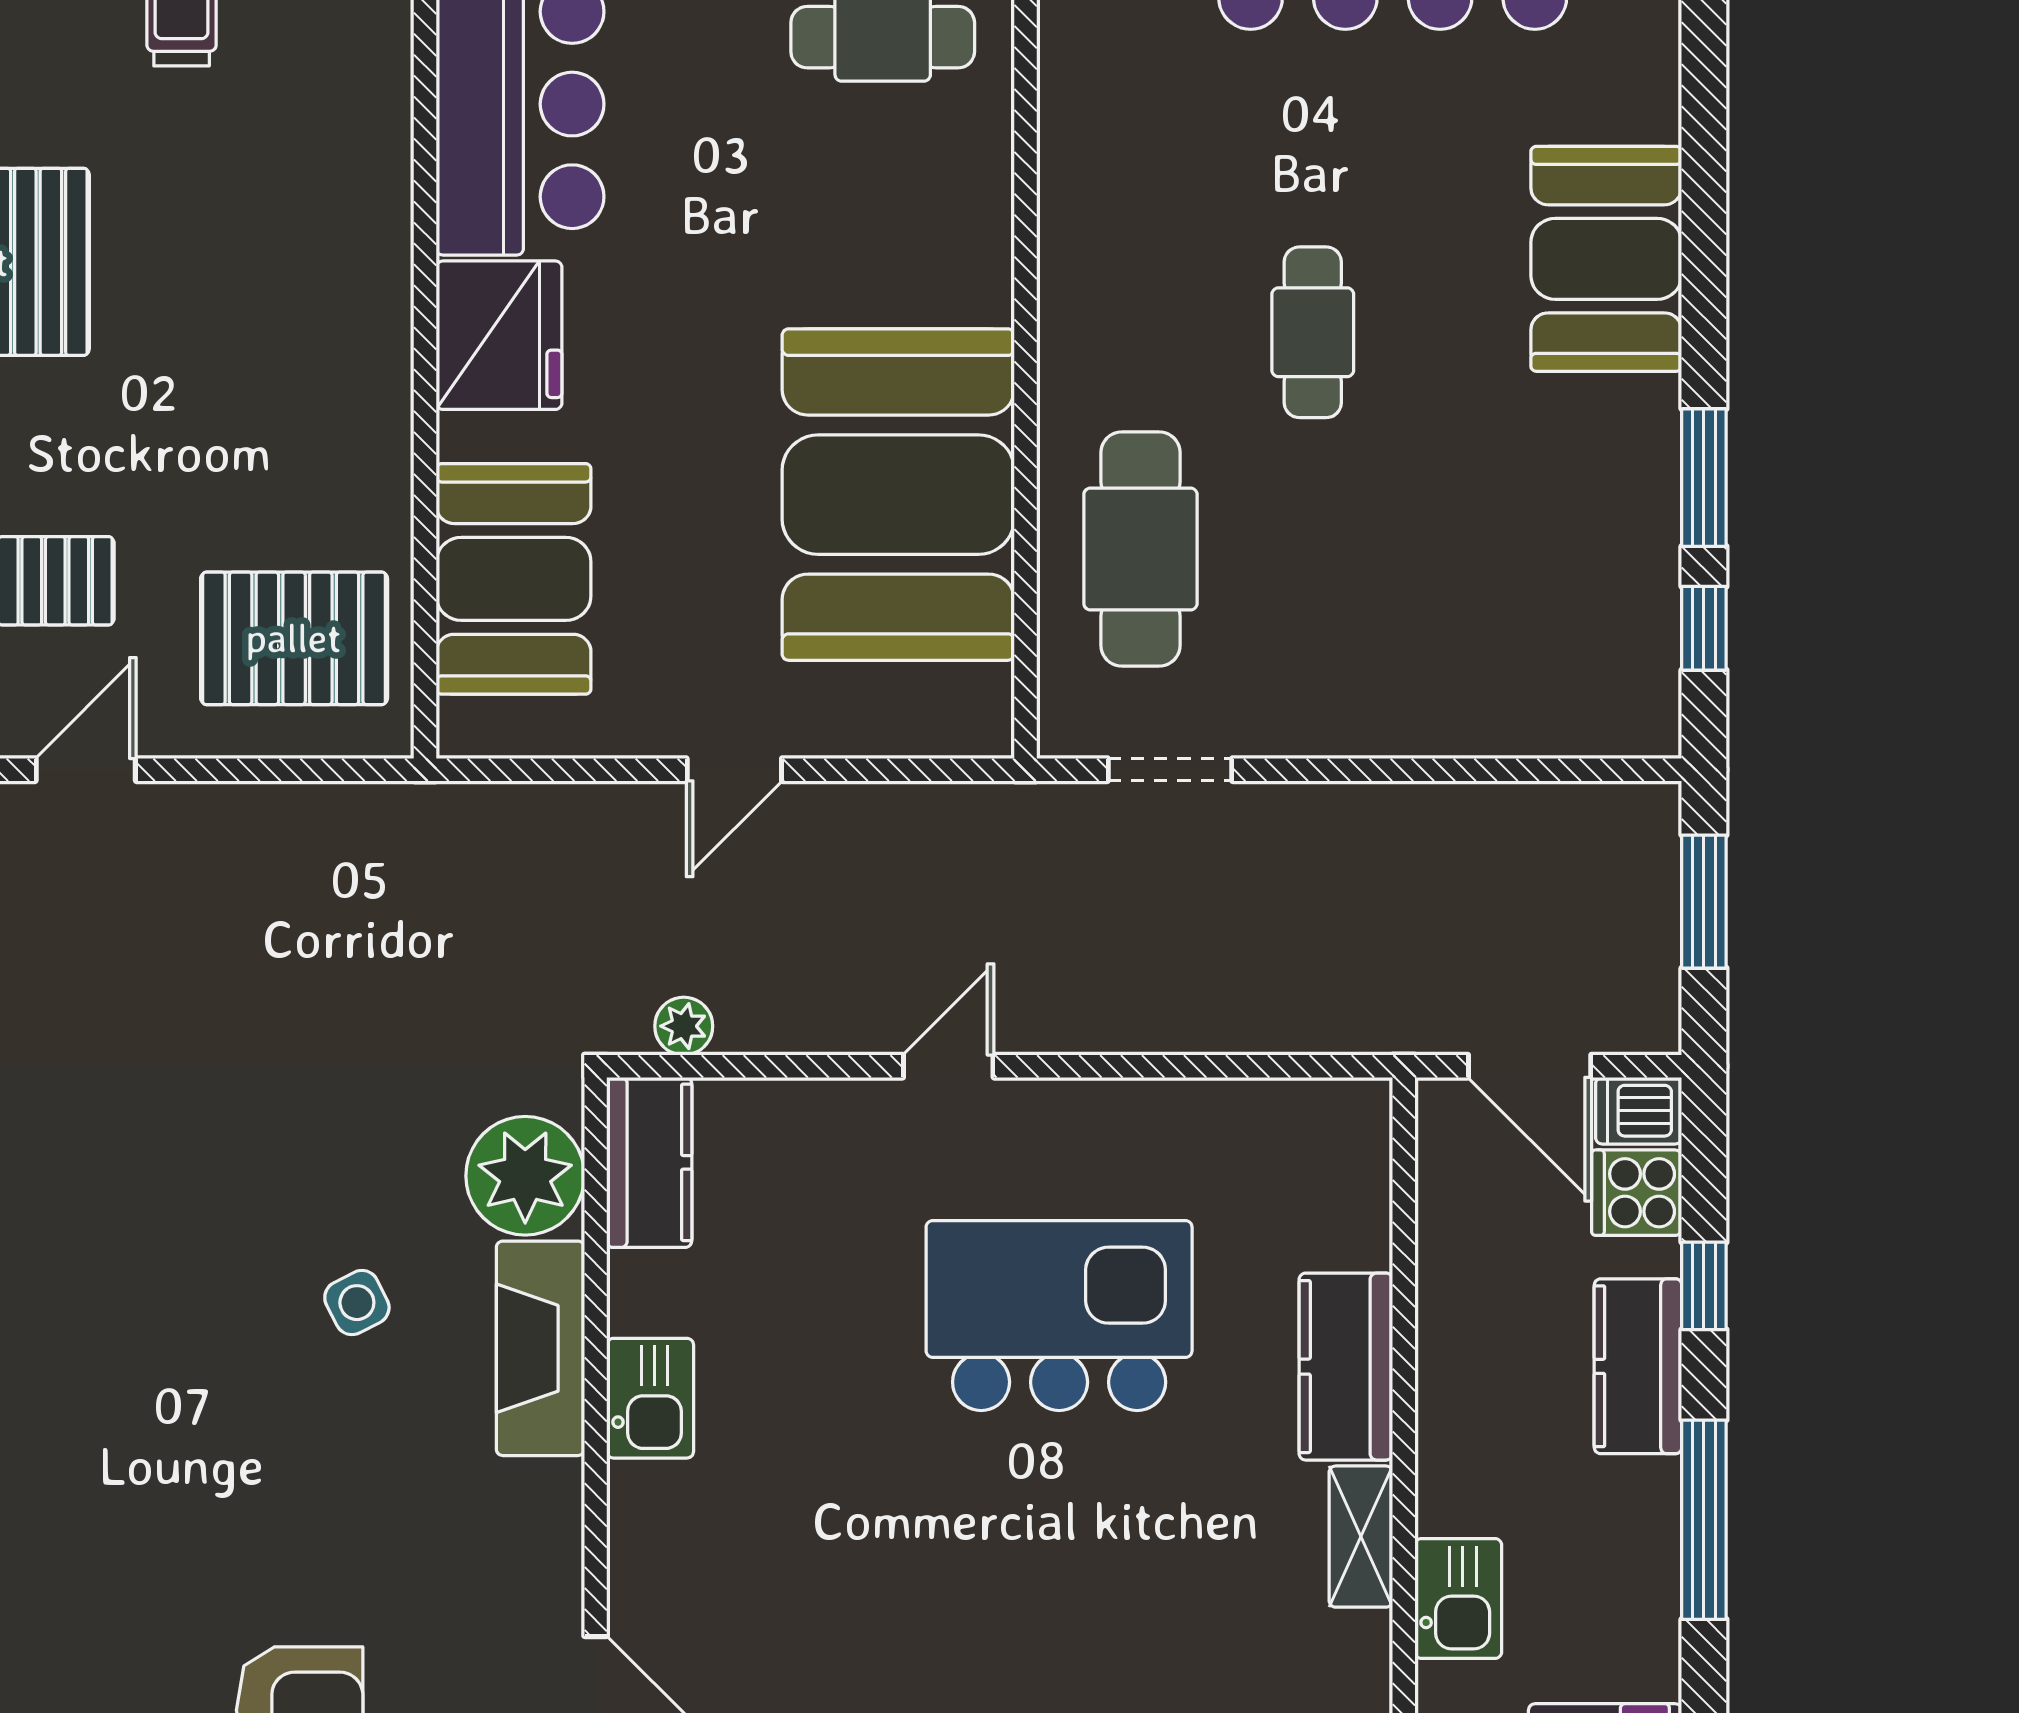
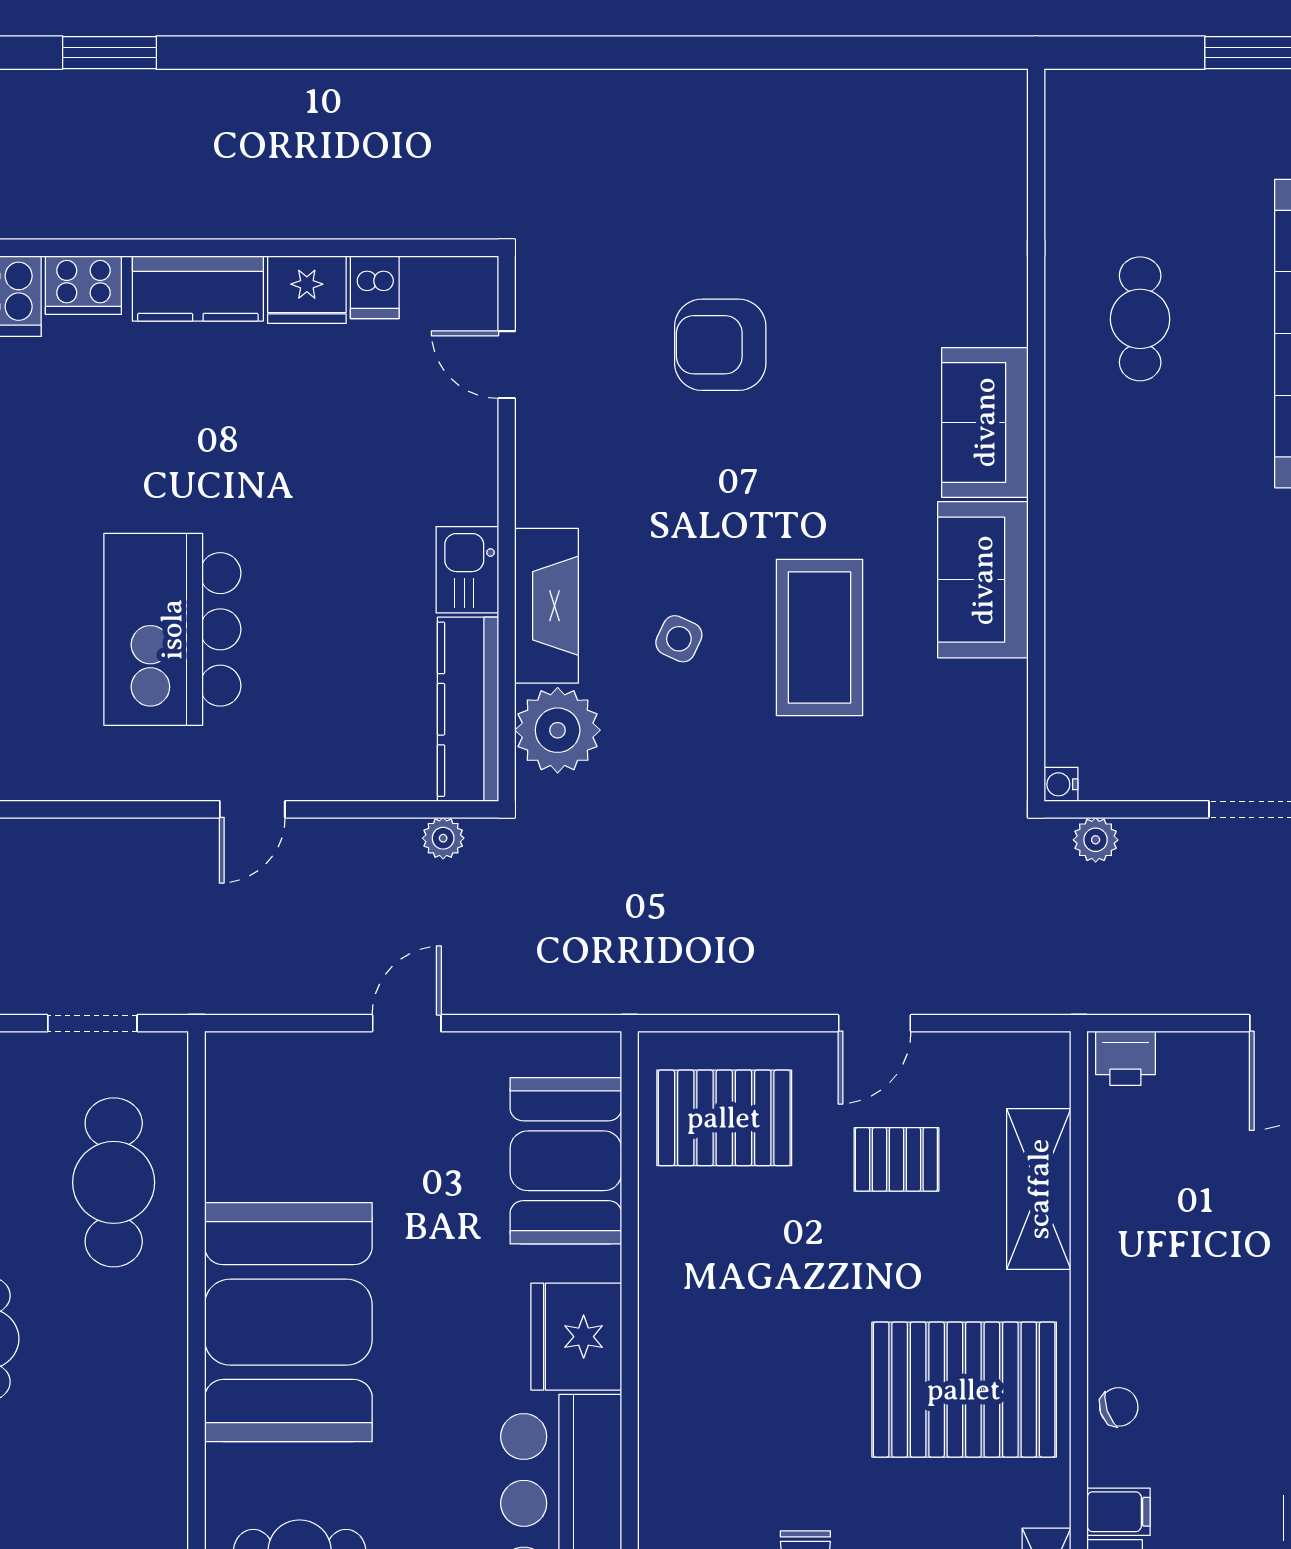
booth: (898, 495) -> (288, 1322), moved
kitchen counter: (649, 1162) -> (468, 709), width x1.50
side table: (357, 1303) -> (679, 639), turned -38
coffee table: (162, 1304) -> (819, 637), added
kitchen island: (1059, 1316) -> (172, 629), turned 90

